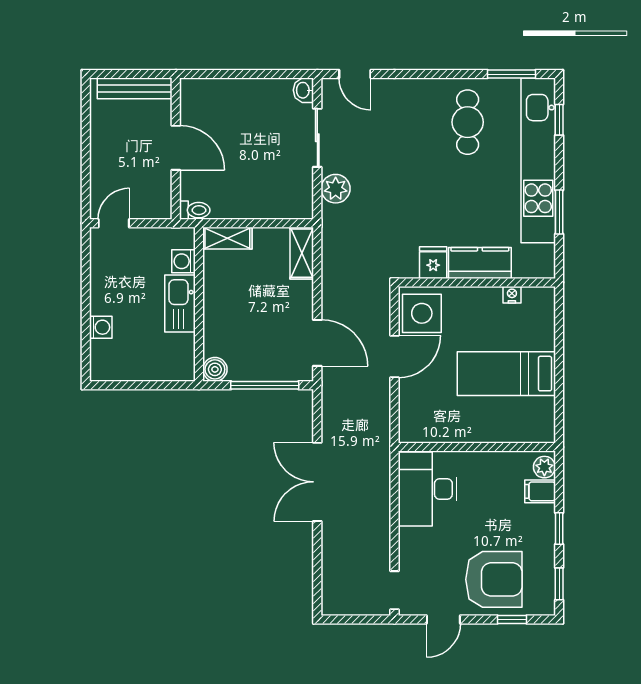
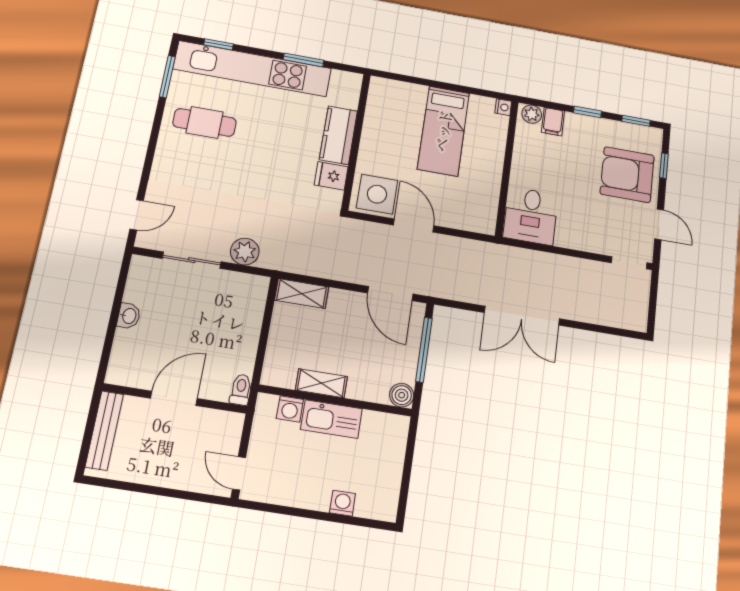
washbasin: (303, 90) -> (129, 316), moved, turned -90
shelving: (227, 238) -> (321, 383), moved, turned 90
nightstand: (512, 295) -> (503, 107), moved, turned 180
door: (317, 343) -> (390, 294), swing flipped
desk: (428, 489) -> (531, 216), width x0.73
armchair: (494, 579) -> (627, 175), turned -90

